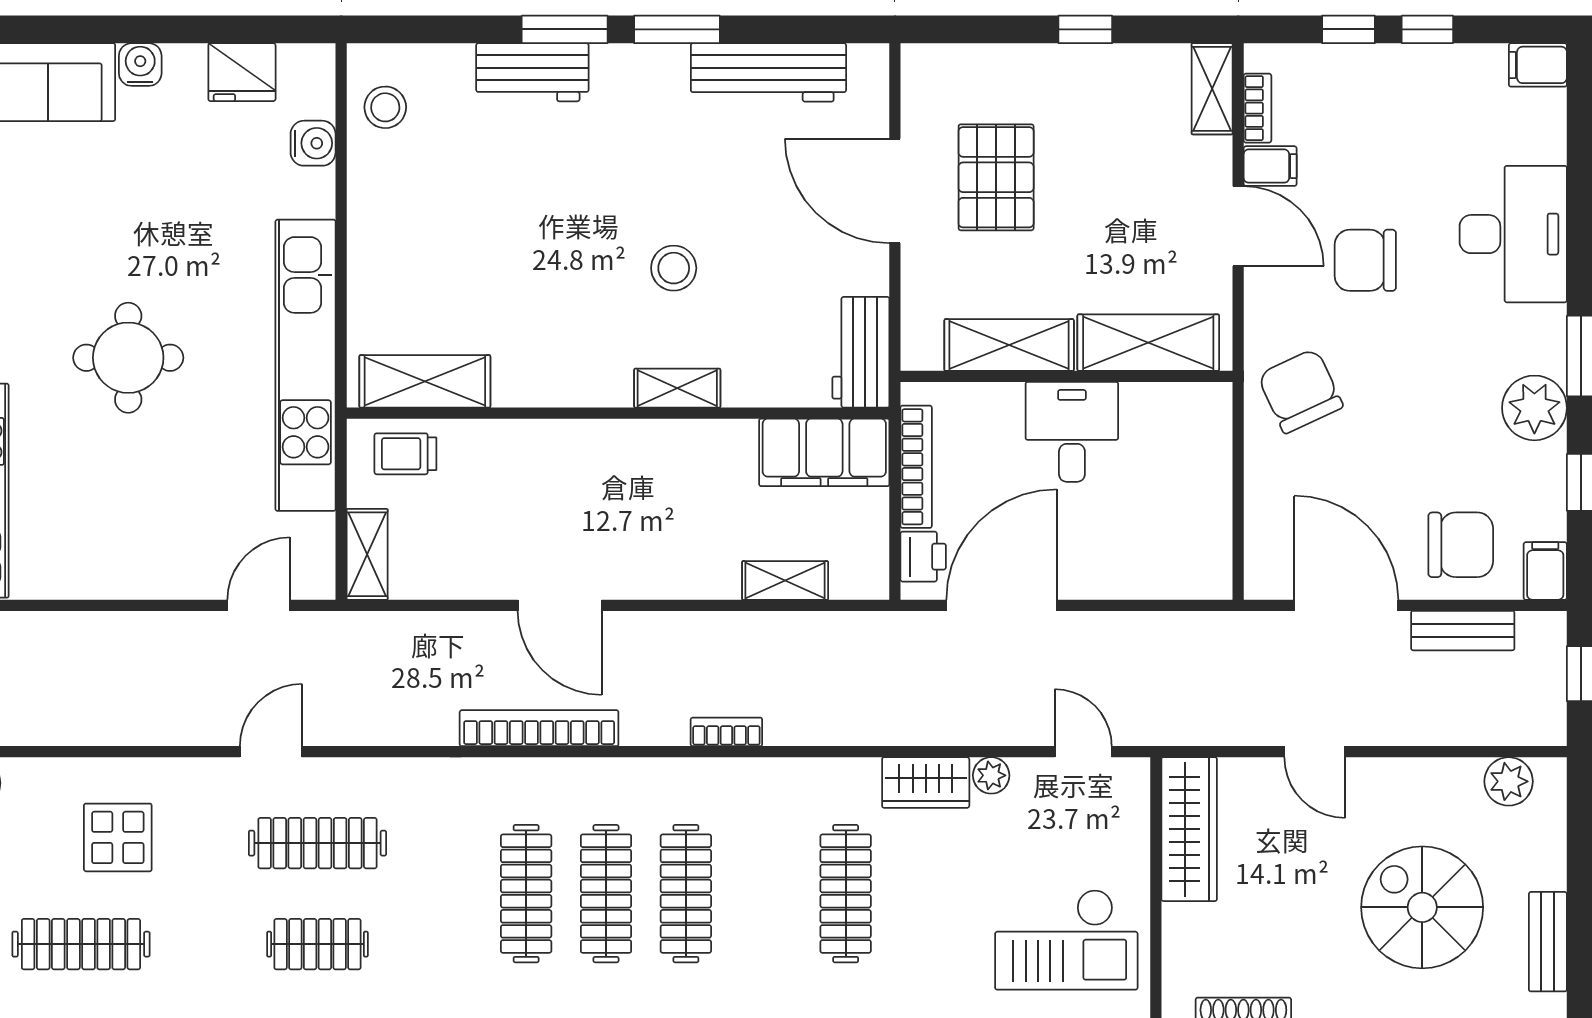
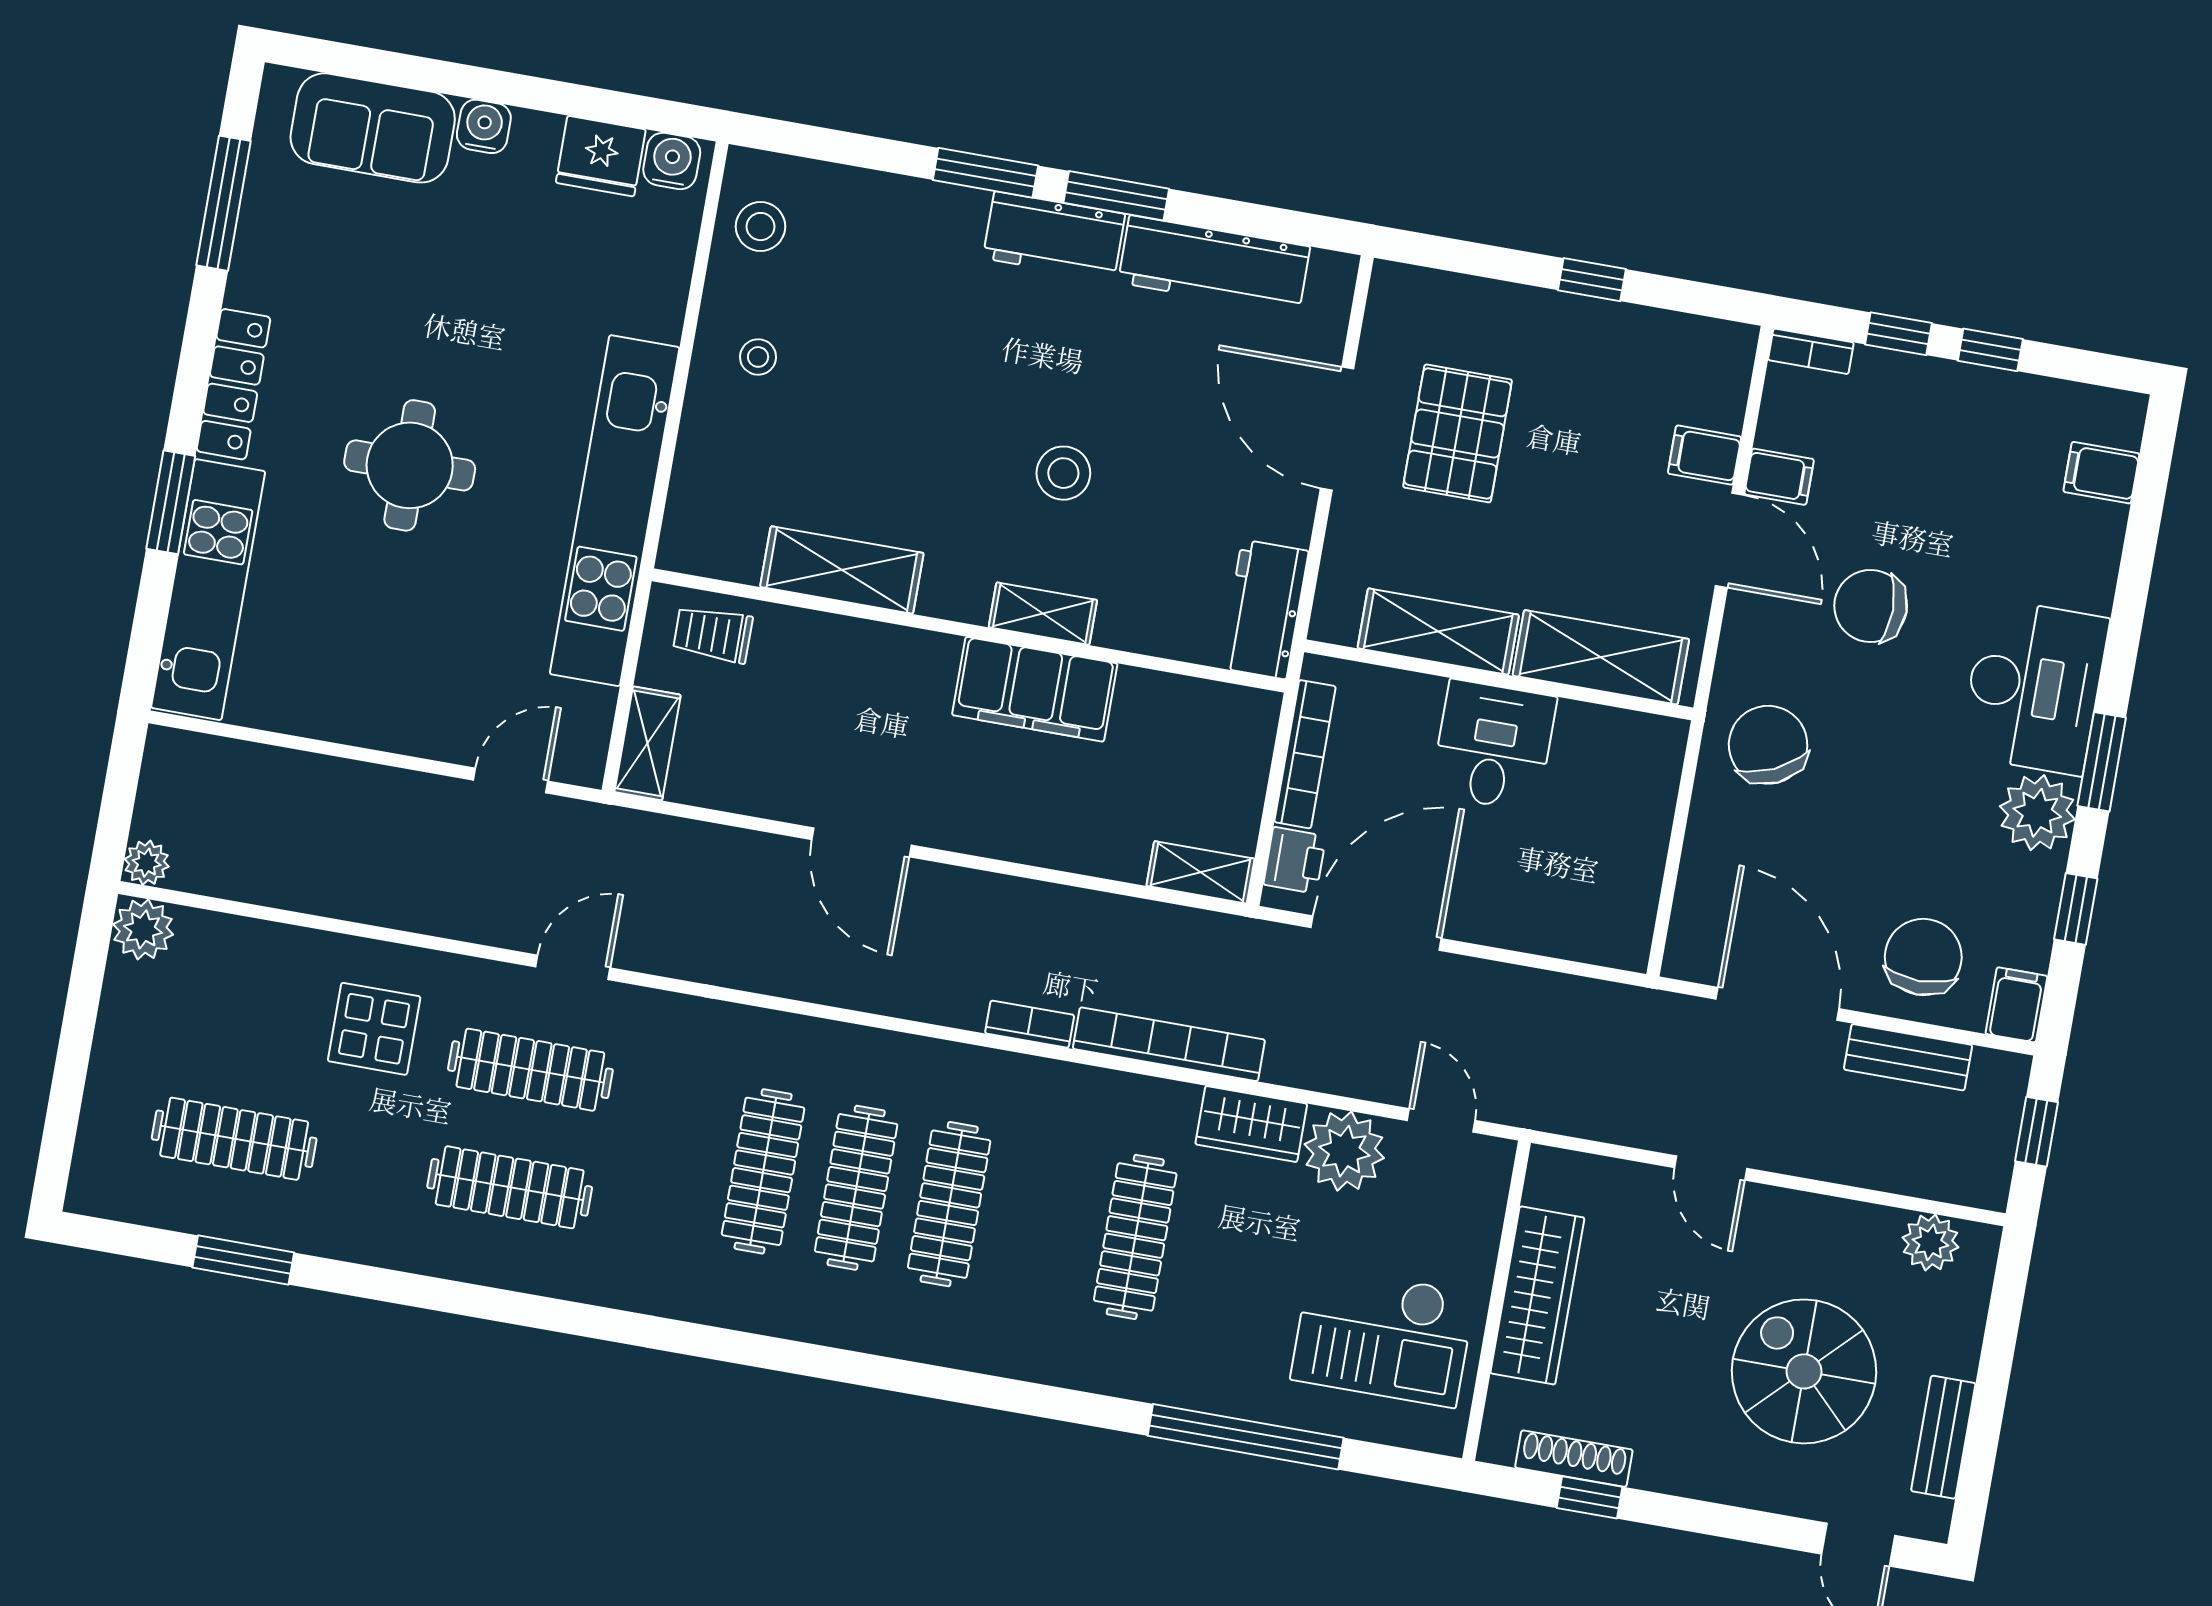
filing cabinet: (1538, 65) -> (2101, 473), moved
workbench: (532, 72) -> (1054, 236), moved
shelving: (1212, 89) -> (1727, 375), removed
bookcase: (1257, 108) -> (1811, 351), moved, turned 90
water cooler: (313, 143) -> (672, 161), moved, turned -90
filing cabinet: (1205, 159) -> (1705, 455), added
stool: (402, 216) -> (758, 357), added
desk: (1513, 234) -> (2034, 687), moved
shelving: (425, 381) -> (842, 570), moved
filing cabinet: (824, 452) -> (1035, 689), moved
chair: (1461, 545) -> (1923, 957), turned -90
shelving: (785, 580) -> (1200, 872), moved
bookcase: (539, 728) -> (1169, 1044), moved
door: (271, 752) -> (573, 967), moved
plant: (991, 775) -> (1344, 1151), width x1.88, depth x1.88
wardrobe: (1189, 829) -> (1537, 1295), moved
display table: (118, 837) -> (374, 1029), moved
clothes rail: (317, 944) -> (510, 1187), width x1.36

